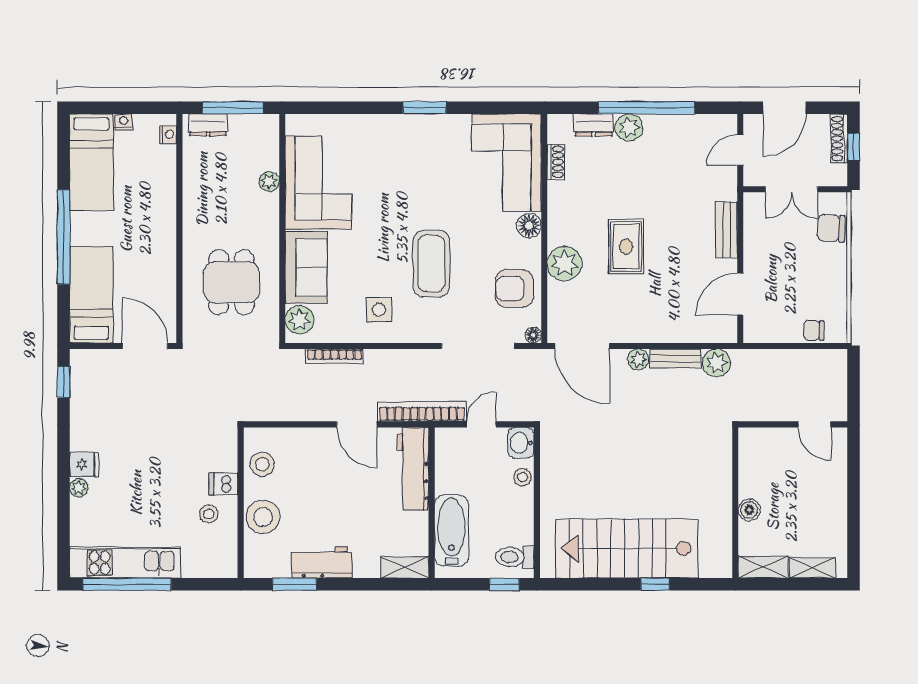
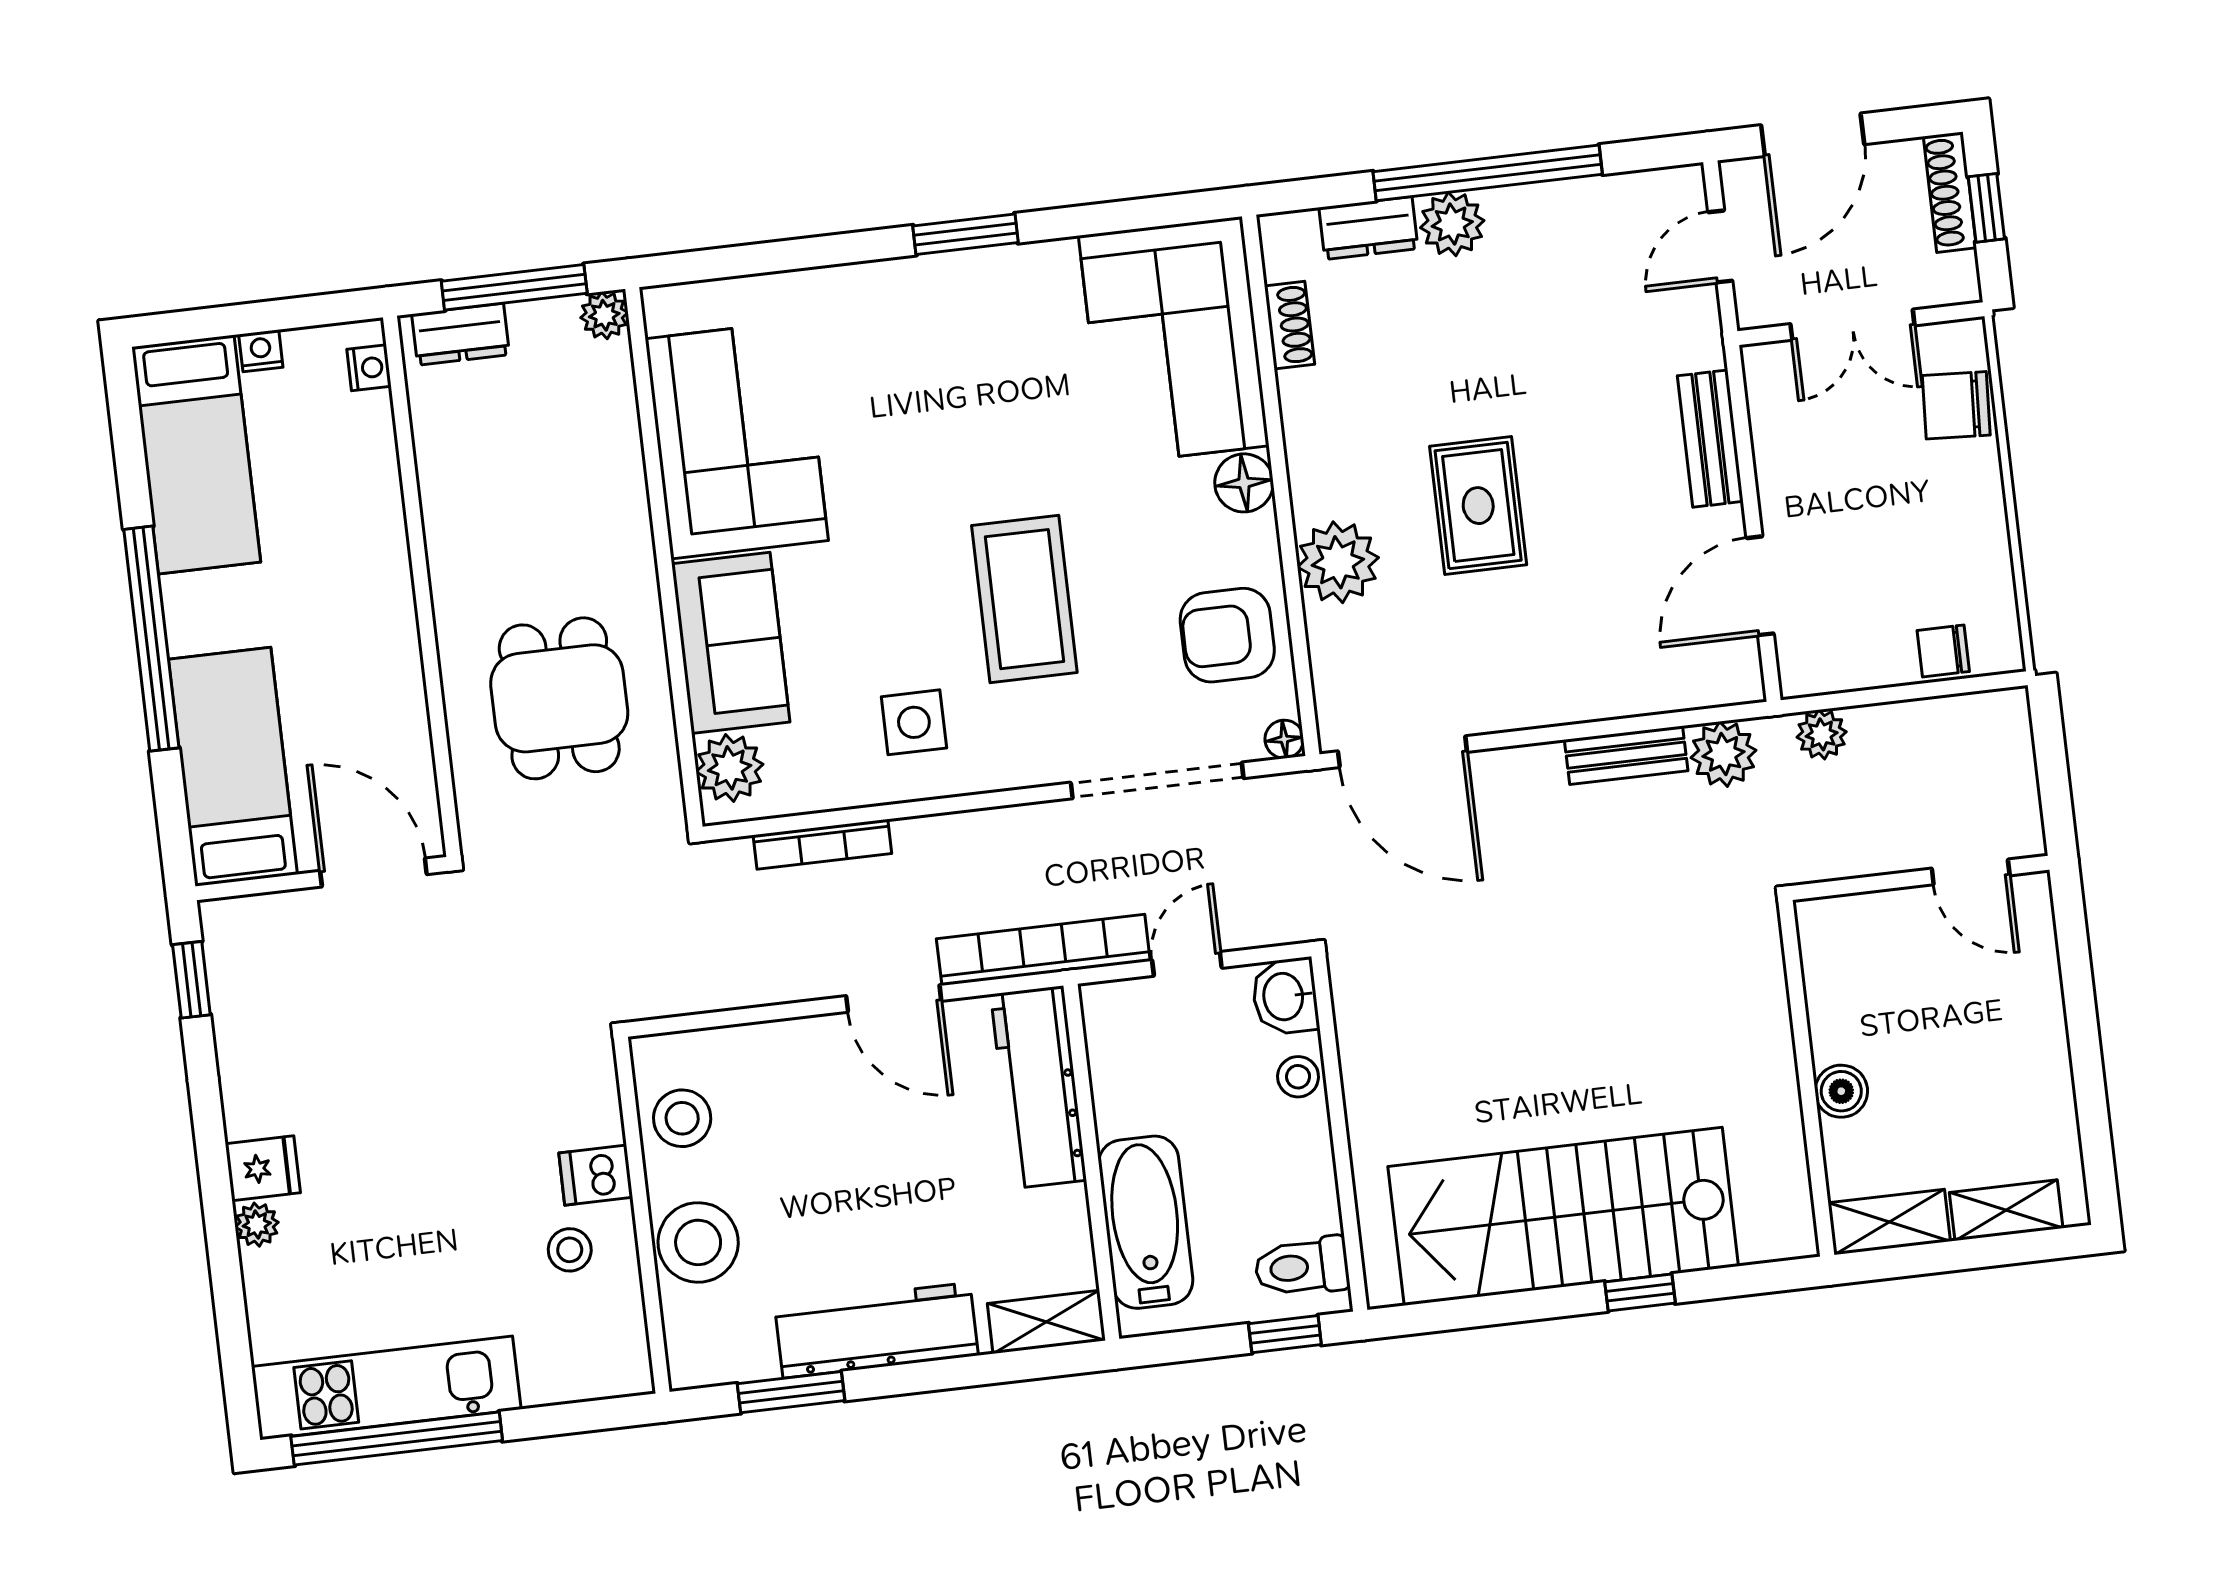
plant: (269, 181) -> (604, 315), moved
plant: (638, 359) -> (1822, 734), moved
workbench: (322, 563) -> (876, 1330), width x1.38

